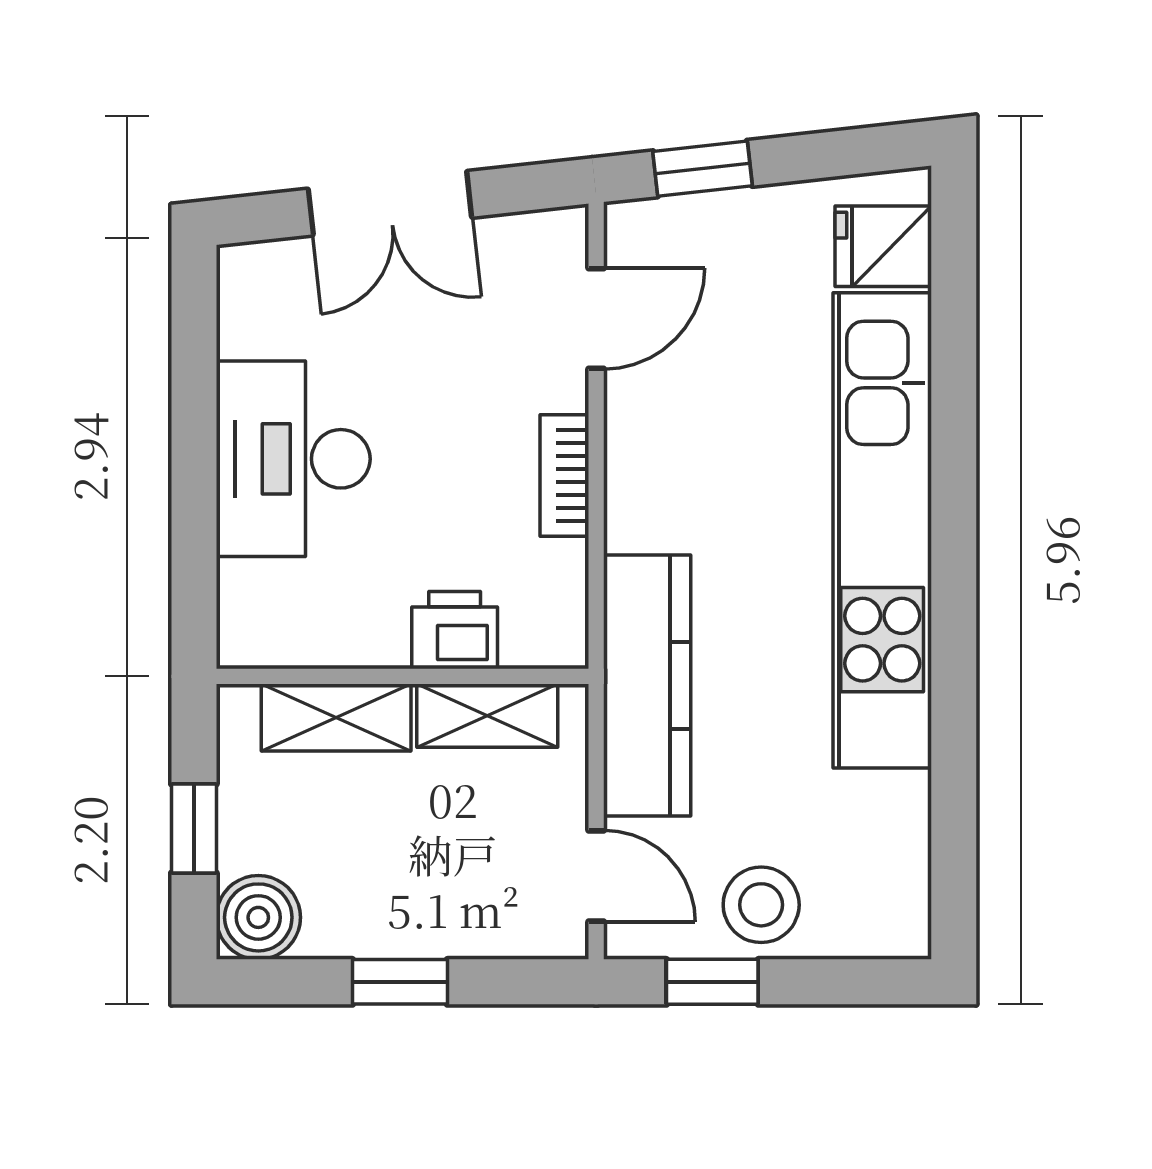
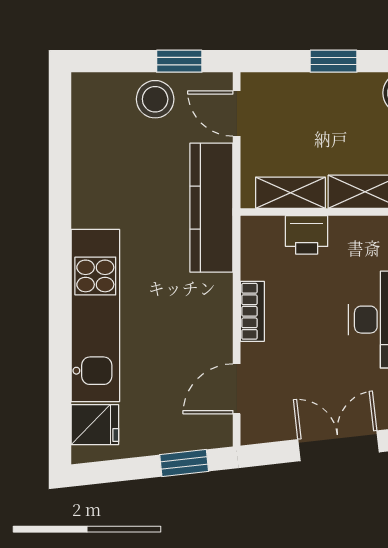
kitchen unit: (882, 530) -> (95, 316), width x0.73

